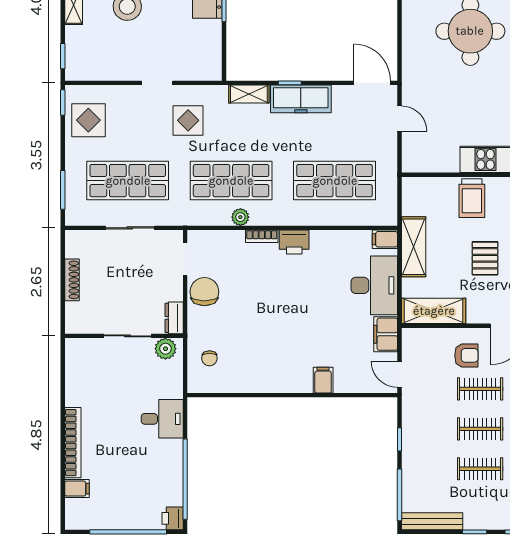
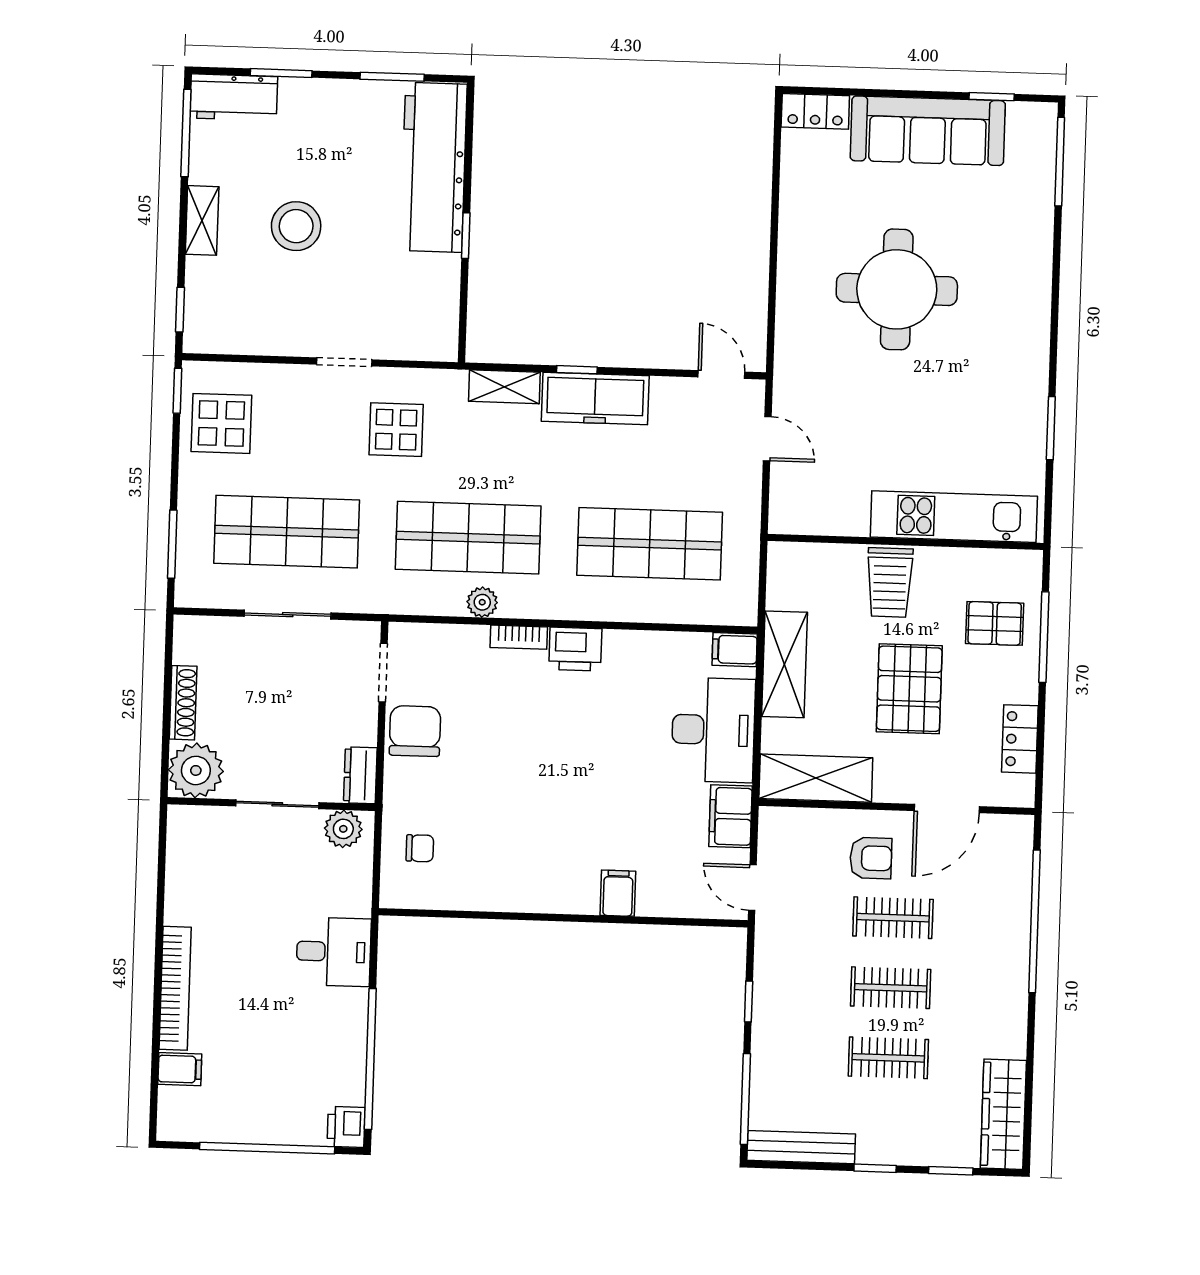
door: (372, 83) -> (721, 374), width x0.73
pallet: (485, 258) -> (909, 689), width x1.50, depth x1.42
plant: (80, 318) -> (196, 770), added
chair: (209, 358) -> (420, 848), turned -90

